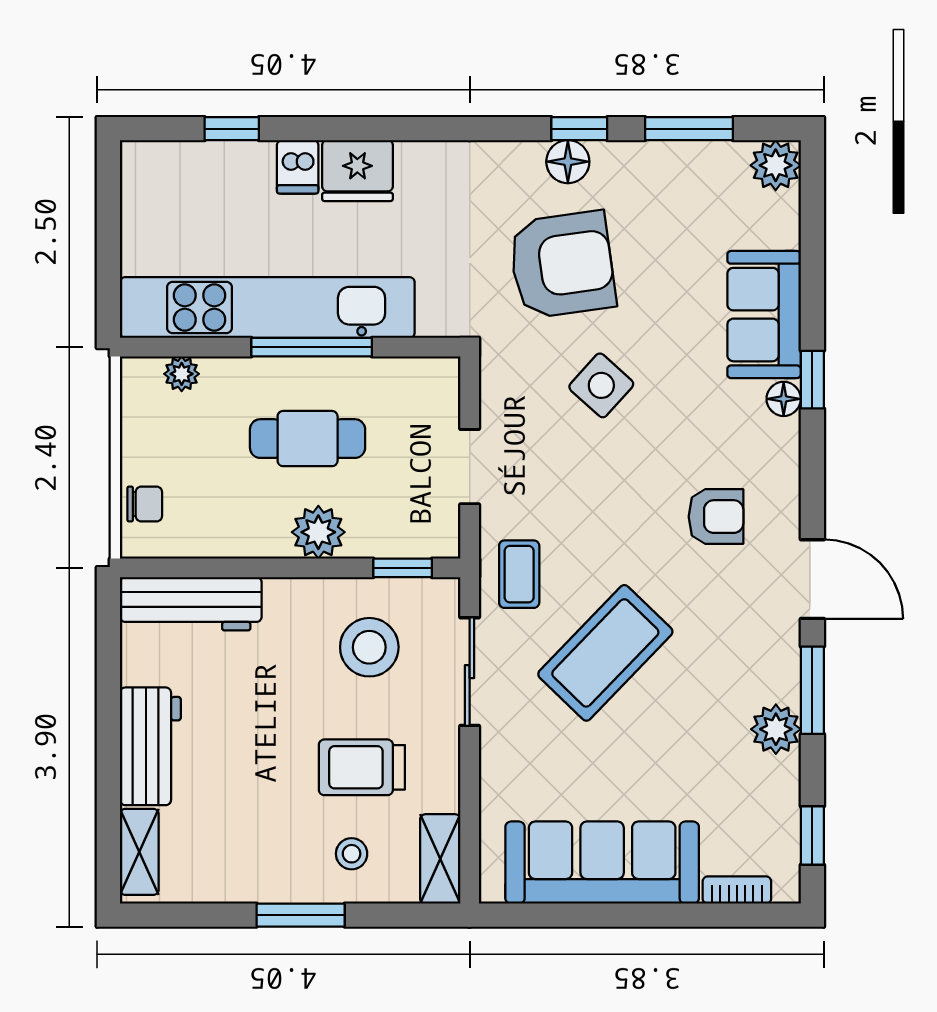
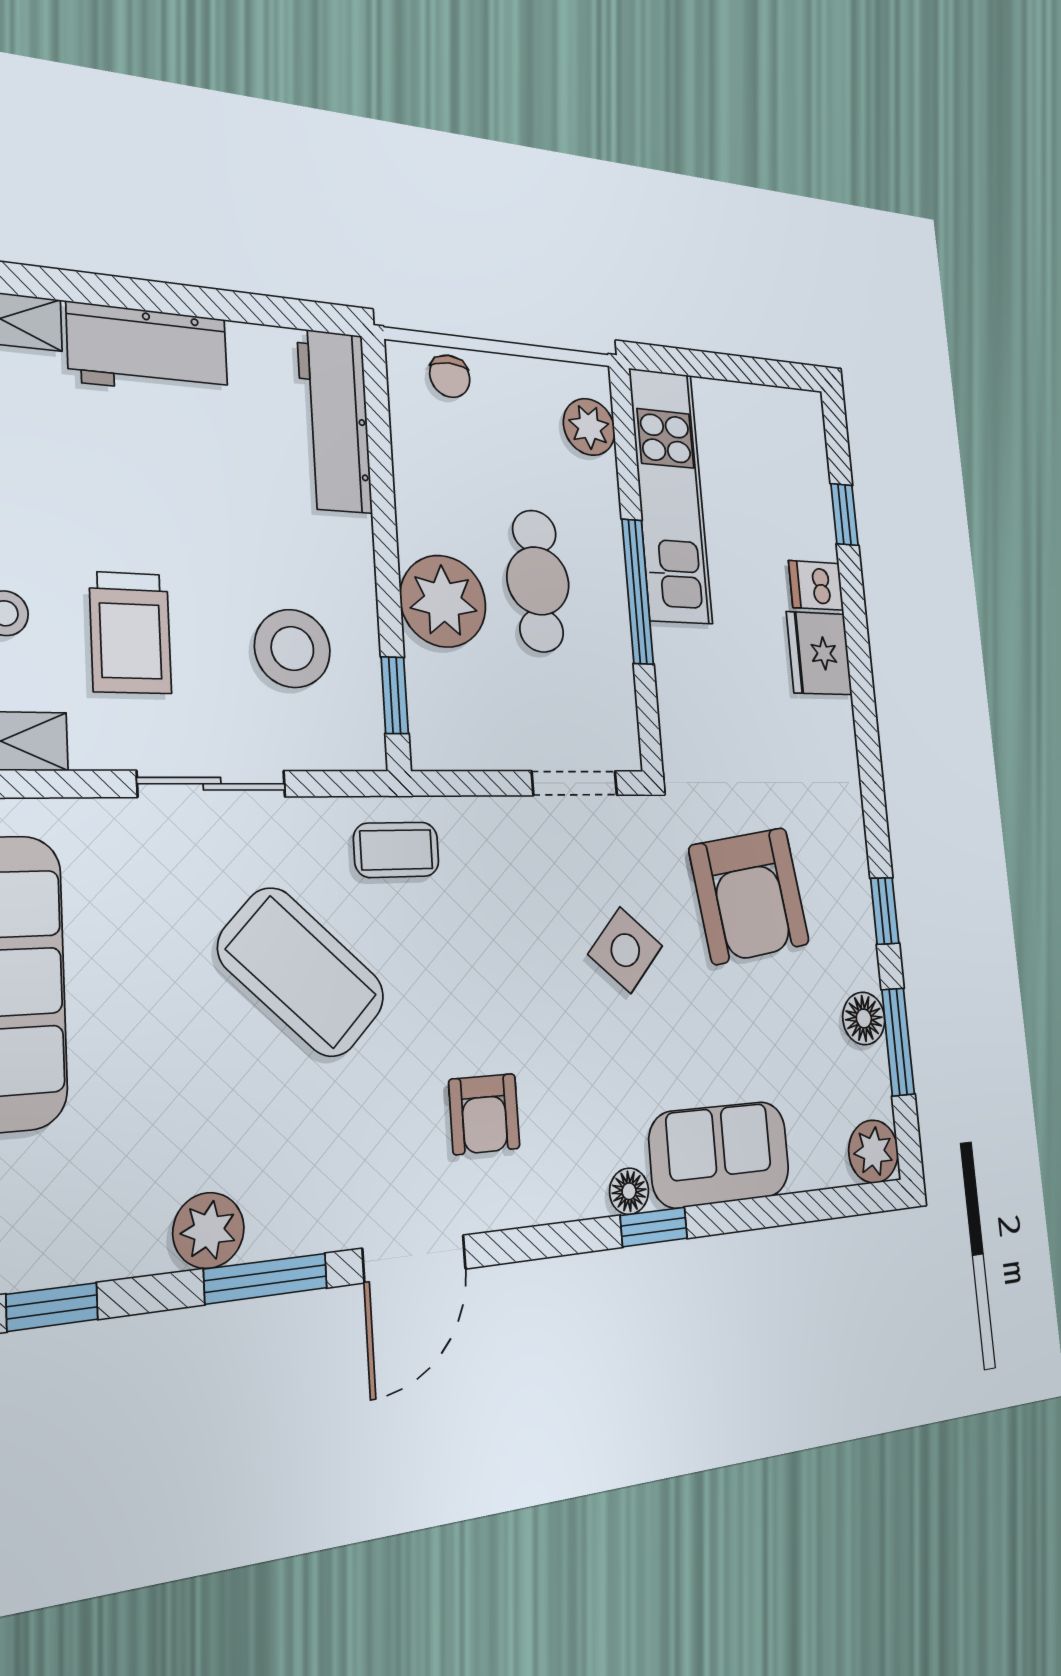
floor lamp: (568, 162) -> (864, 1018), moved
kitchen unit: (267, 308) -> (670, 496), width x0.73
plant: (182, 374) -> (589, 427), width x1.38, depth x1.38
doorway: (470, 467) -> (575, 783), moved
plant: (318, 532) -> (443, 601), width x1.36, depth x1.36
sliding door: (470, 672) -> (212, 784), moved
trolley: (362, 767) -> (130, 633), turned 180

